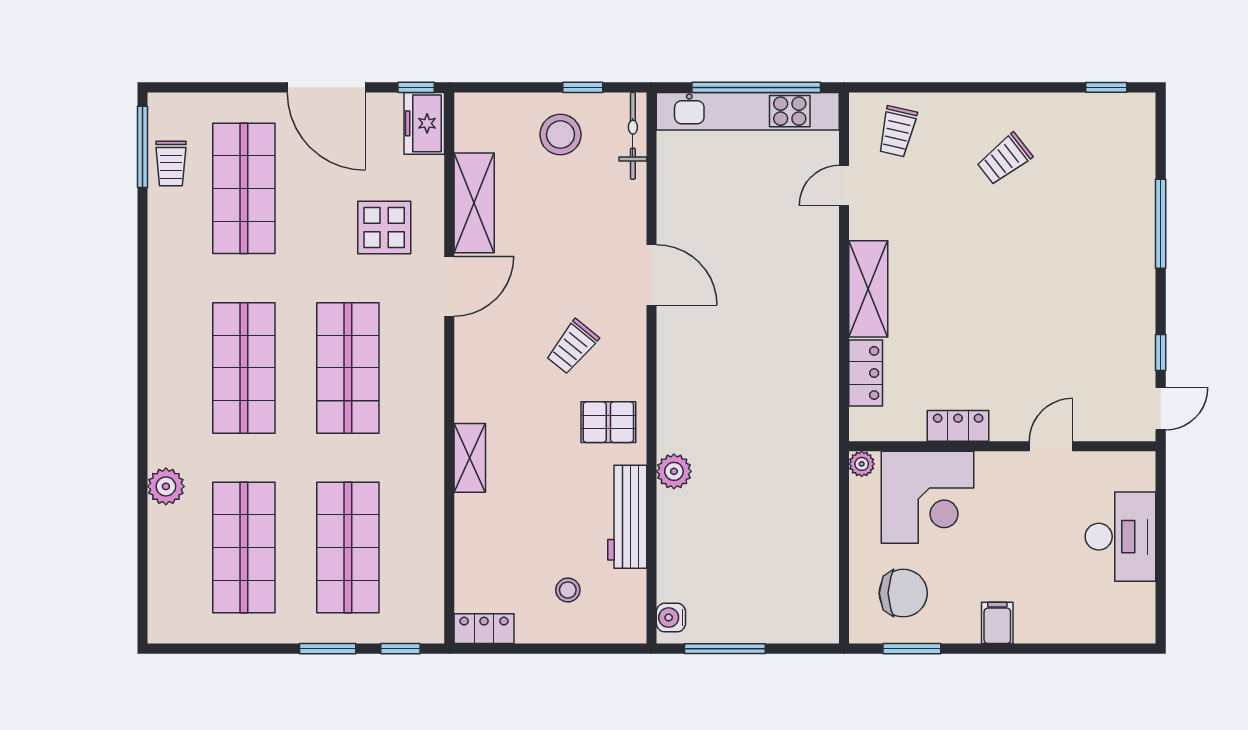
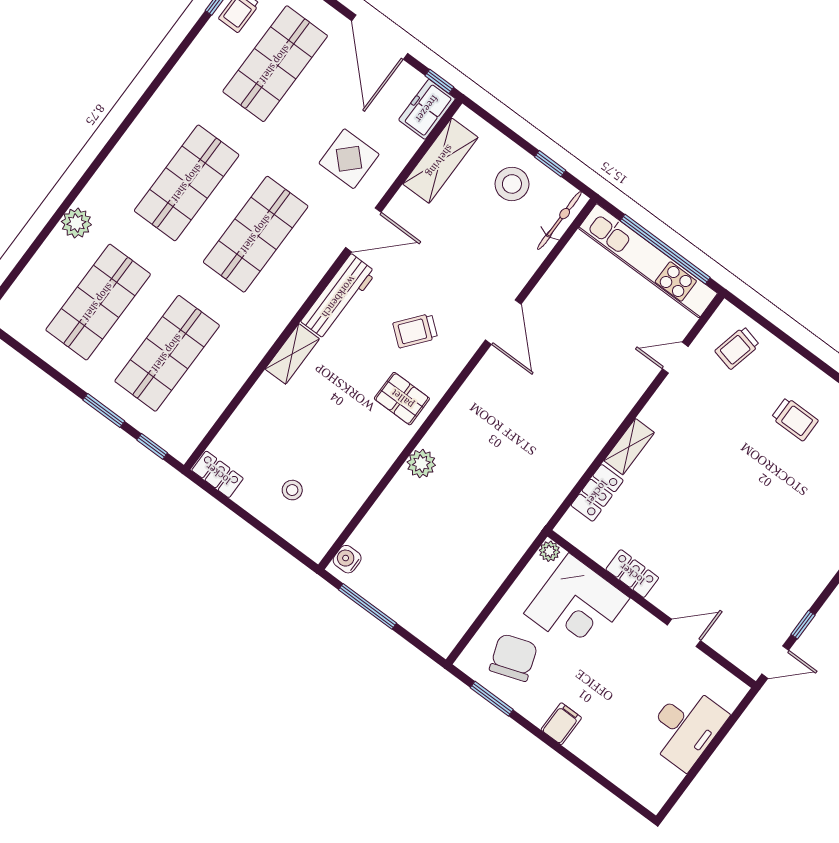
trolley: (1004, 159) -> (795, 419), turned -142
shelving: (474, 203) -> (440, 161), moved
shelving: (868, 289) -> (629, 447), width x0.67, depth x0.75
workbench: (627, 517) -> (339, 297), moved, turned 180
chair: (903, 593) -> (513, 658), turned -109

